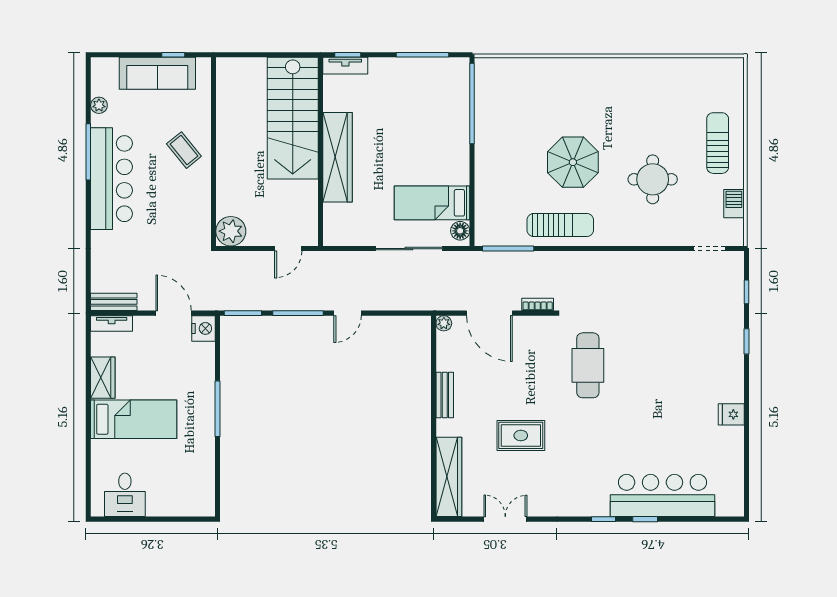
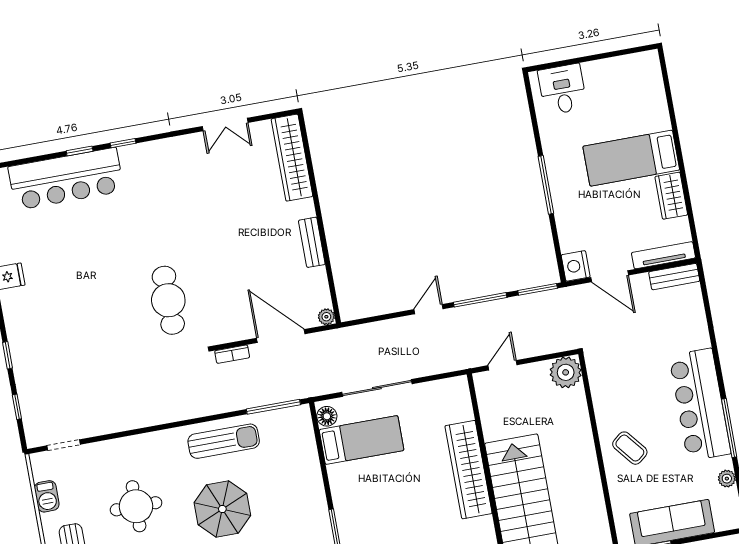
sun lounger: (560, 225) -> (224, 441), turned 180
tv unit: (112, 324) -> (663, 255), width x1.41
rug: (521, 435) -> (225, 215), removed
desk: (125, 495) -> (562, 89), moved

